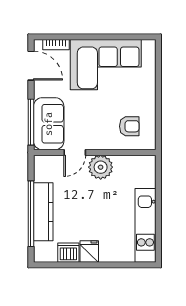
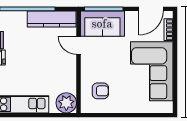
armchair: (129, 126) -> (100, 91), turned -90
plant: (101, 167) -> (66, 103), moved
kitchen counter: (43, 212) -> (52, 19), moved

